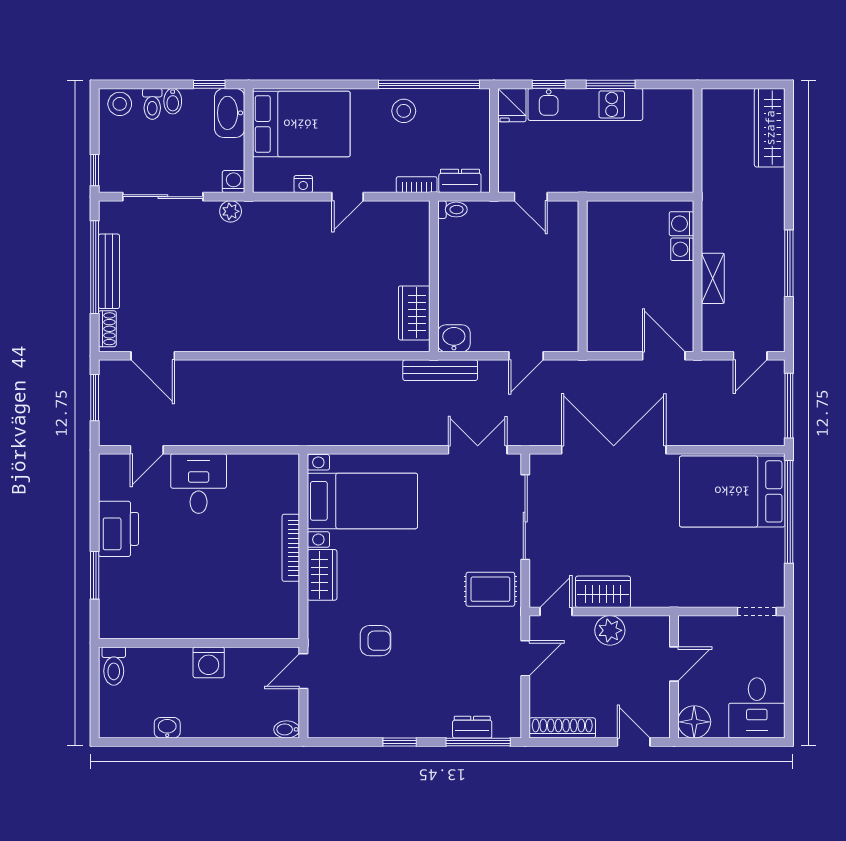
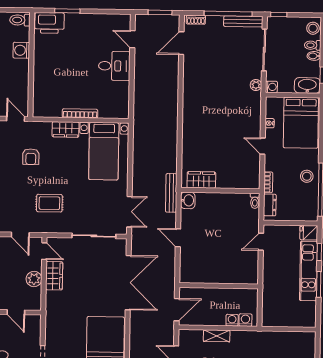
bench: (109, 271) -> (243, 21), moved
wall: (583, 276) -> (219, 286), moved
printer: (118, 529) -> (49, 23), moved
rug: (490, 589) -> (49, 203), moved, turned 90
washing machine: (209, 662) -> (21, 50), moved

